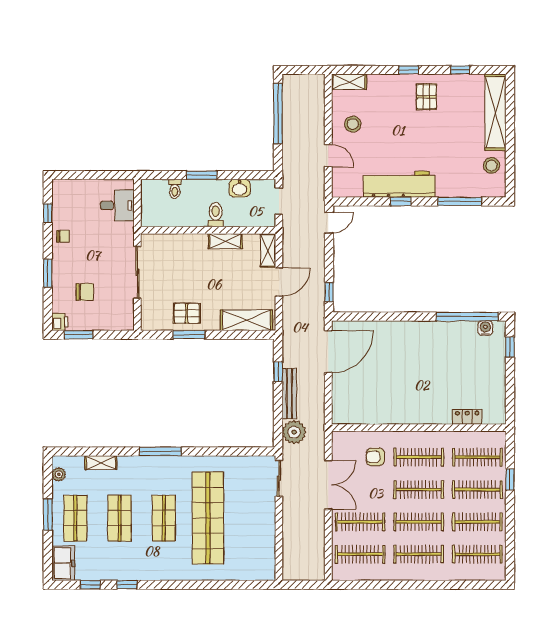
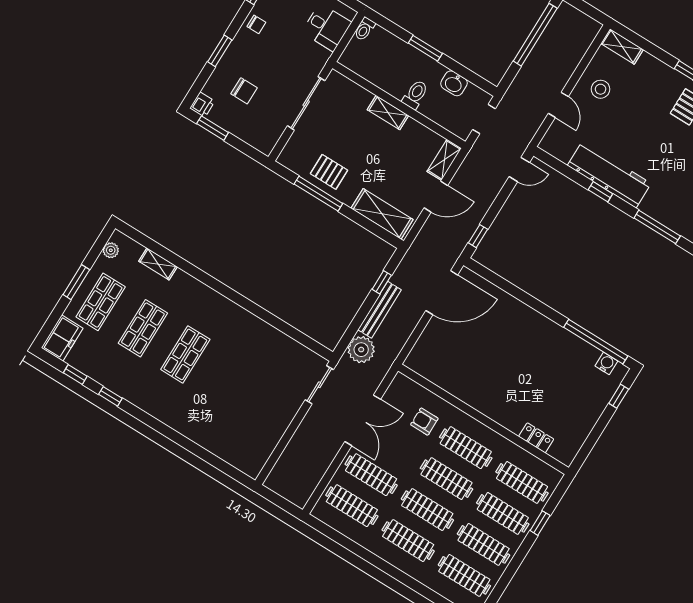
toilet: (175, 189) -> (365, 29), moved
shelving: (225, 241) -> (388, 113), moved
window: (189, 335) -> (318, 194), width x1.44
window: (160, 451) -> (222, 289), removed
shop shelf: (208, 518) -> (228, 381), removed

